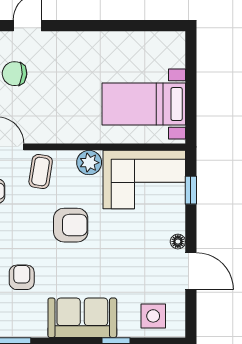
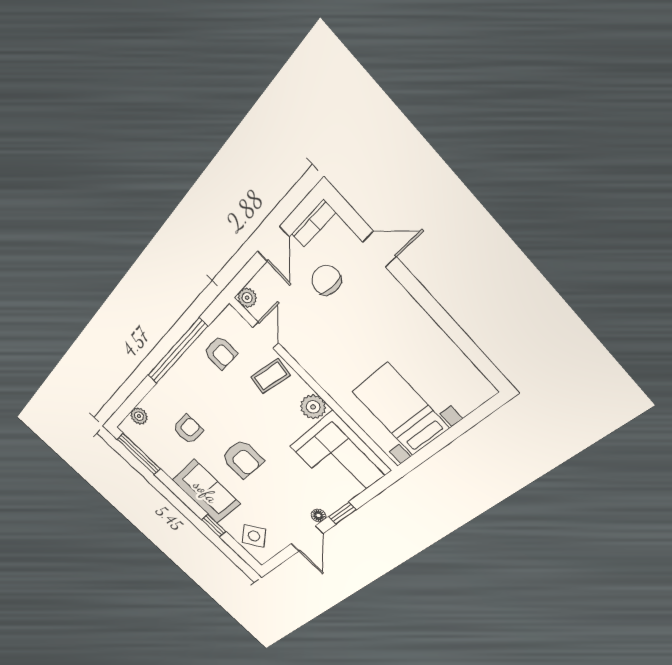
window: (191, 190) -> (342, 513), moved
armchair: (71, 225) -> (242, 459), moved
side table: (153, 316) -> (254, 536), turned -38

